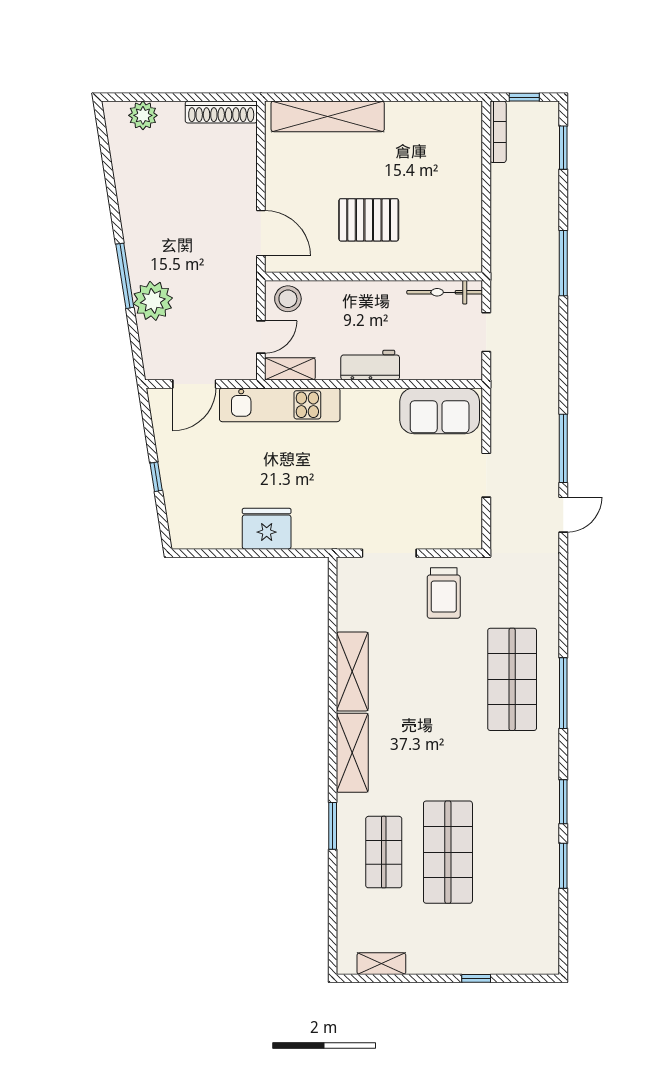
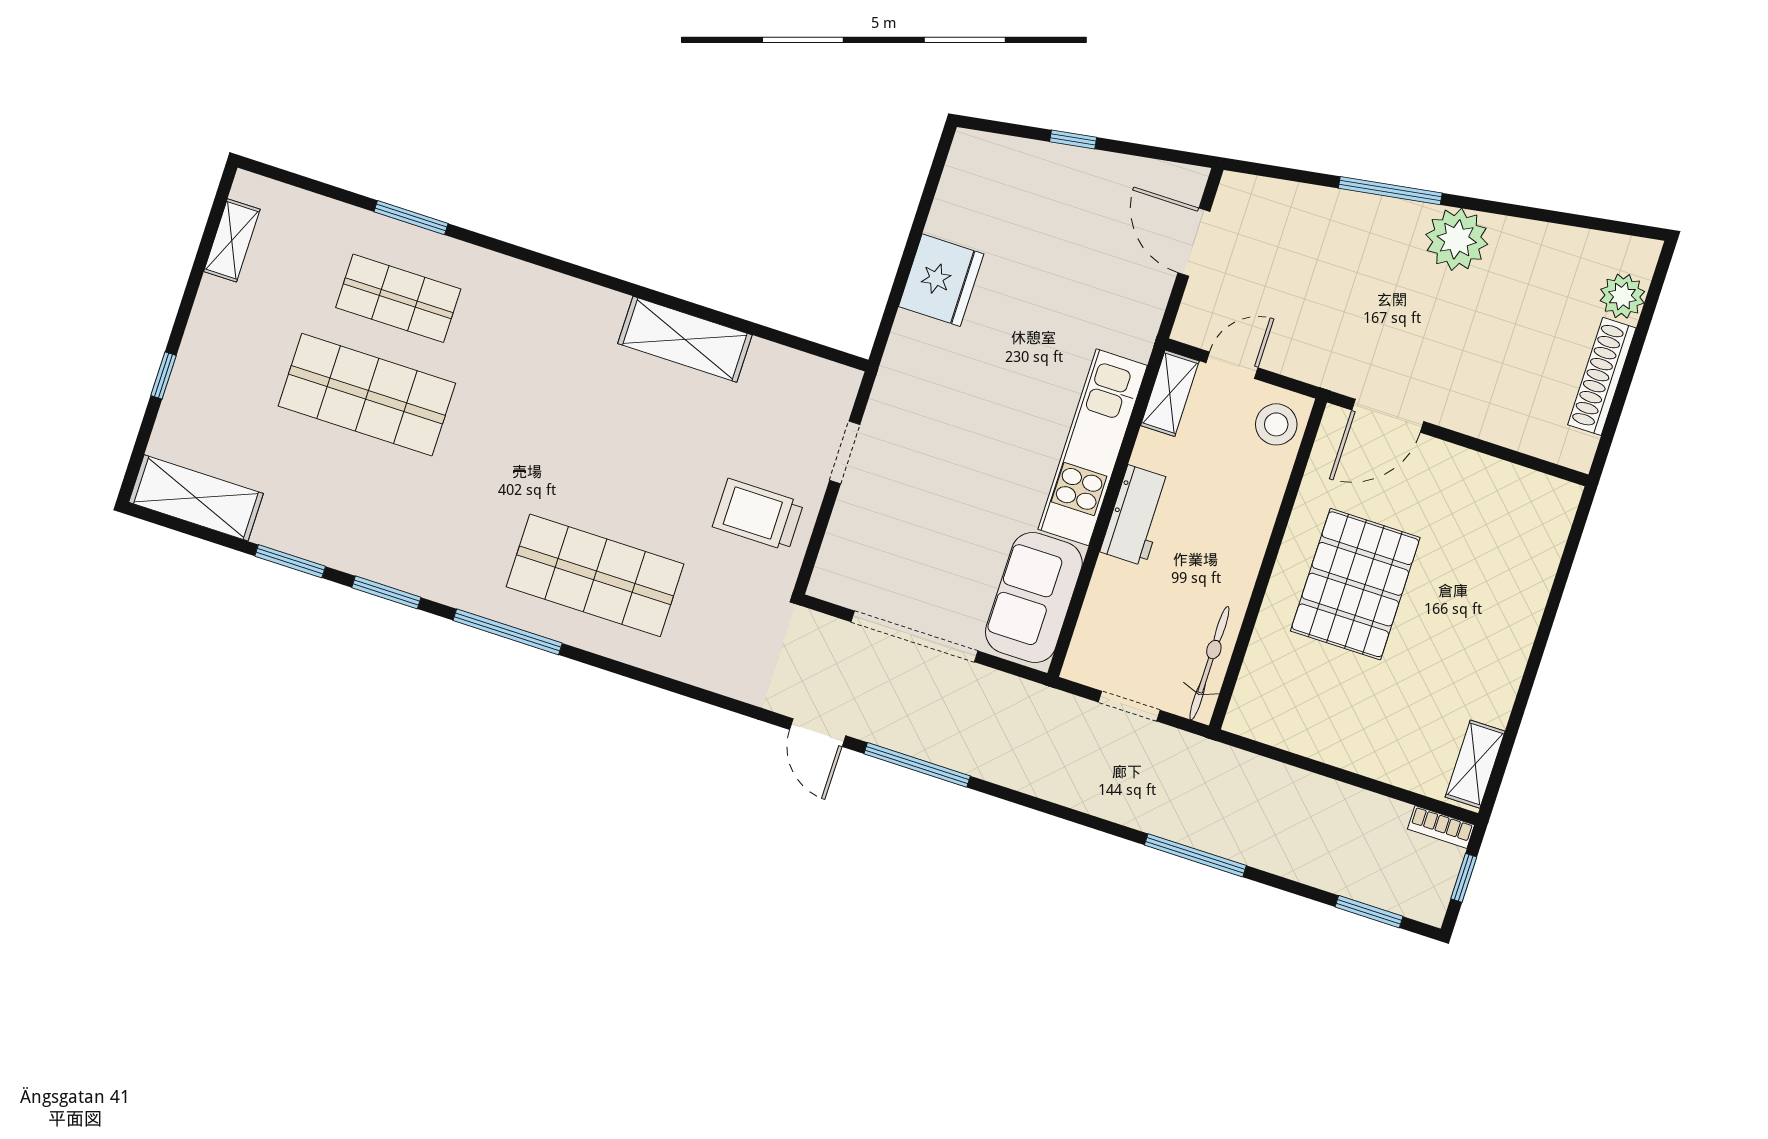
shoe rack: (221, 112) -> (1602, 376), moved
shelving: (328, 116) -> (1475, 764), moved, width x0.45, depth x0.75
bookcase: (498, 132) -> (1441, 827), width x0.64
pallet: (369, 220) -> (1355, 584), width x1.37, depth x1.41
plant: (153, 301) -> (1457, 239), moved
door: (261, 337) -> (1232, 365), swing flipped
kitchen unit: (280, 405) -> (1093, 447), moved
doorway: (486, 475) -> (914, 636), width x1.87
doorway: (389, 553) -> (845, 452), width x0.73
window: (563, 693) -> (508, 632), moved
shelving: (352, 753) -> (196, 498), moved
window: (333, 826) -> (411, 218), moved

